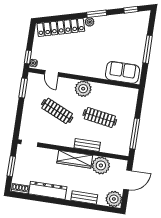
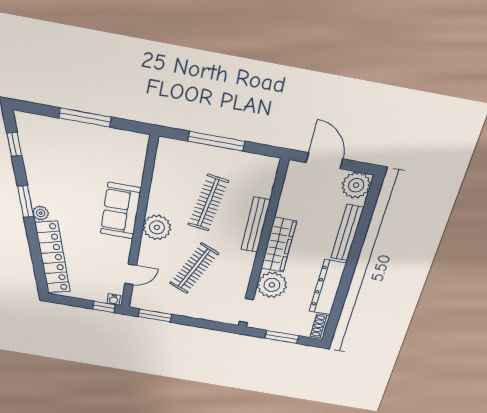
sofa: (122, 72) -> (121, 211), moved
window: (135, 134) -> (216, 141), moved
bench: (87, 145) -> (256, 225), width x1.36
plant: (101, 165) -> (272, 285), moved
bench: (84, 198) -> (347, 233), width x1.36

